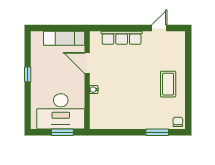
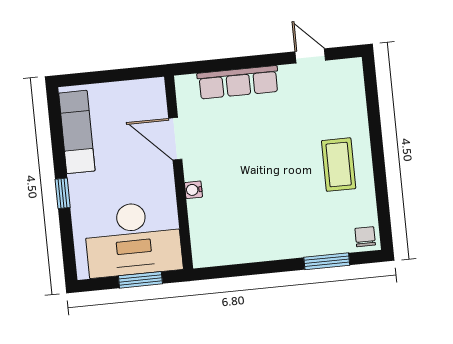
door: (159, 28) -> (310, 56), hinge flipped
exam couch: (64, 38) -> (77, 132), moved, turned -90
window: (28, 74) -> (63, 193), moved

